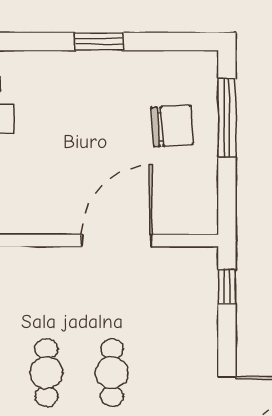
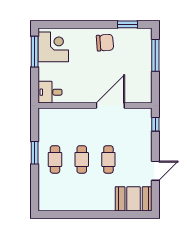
window: (99, 42) -> (128, 24), moved
chair: (172, 126) -> (105, 43), moved

